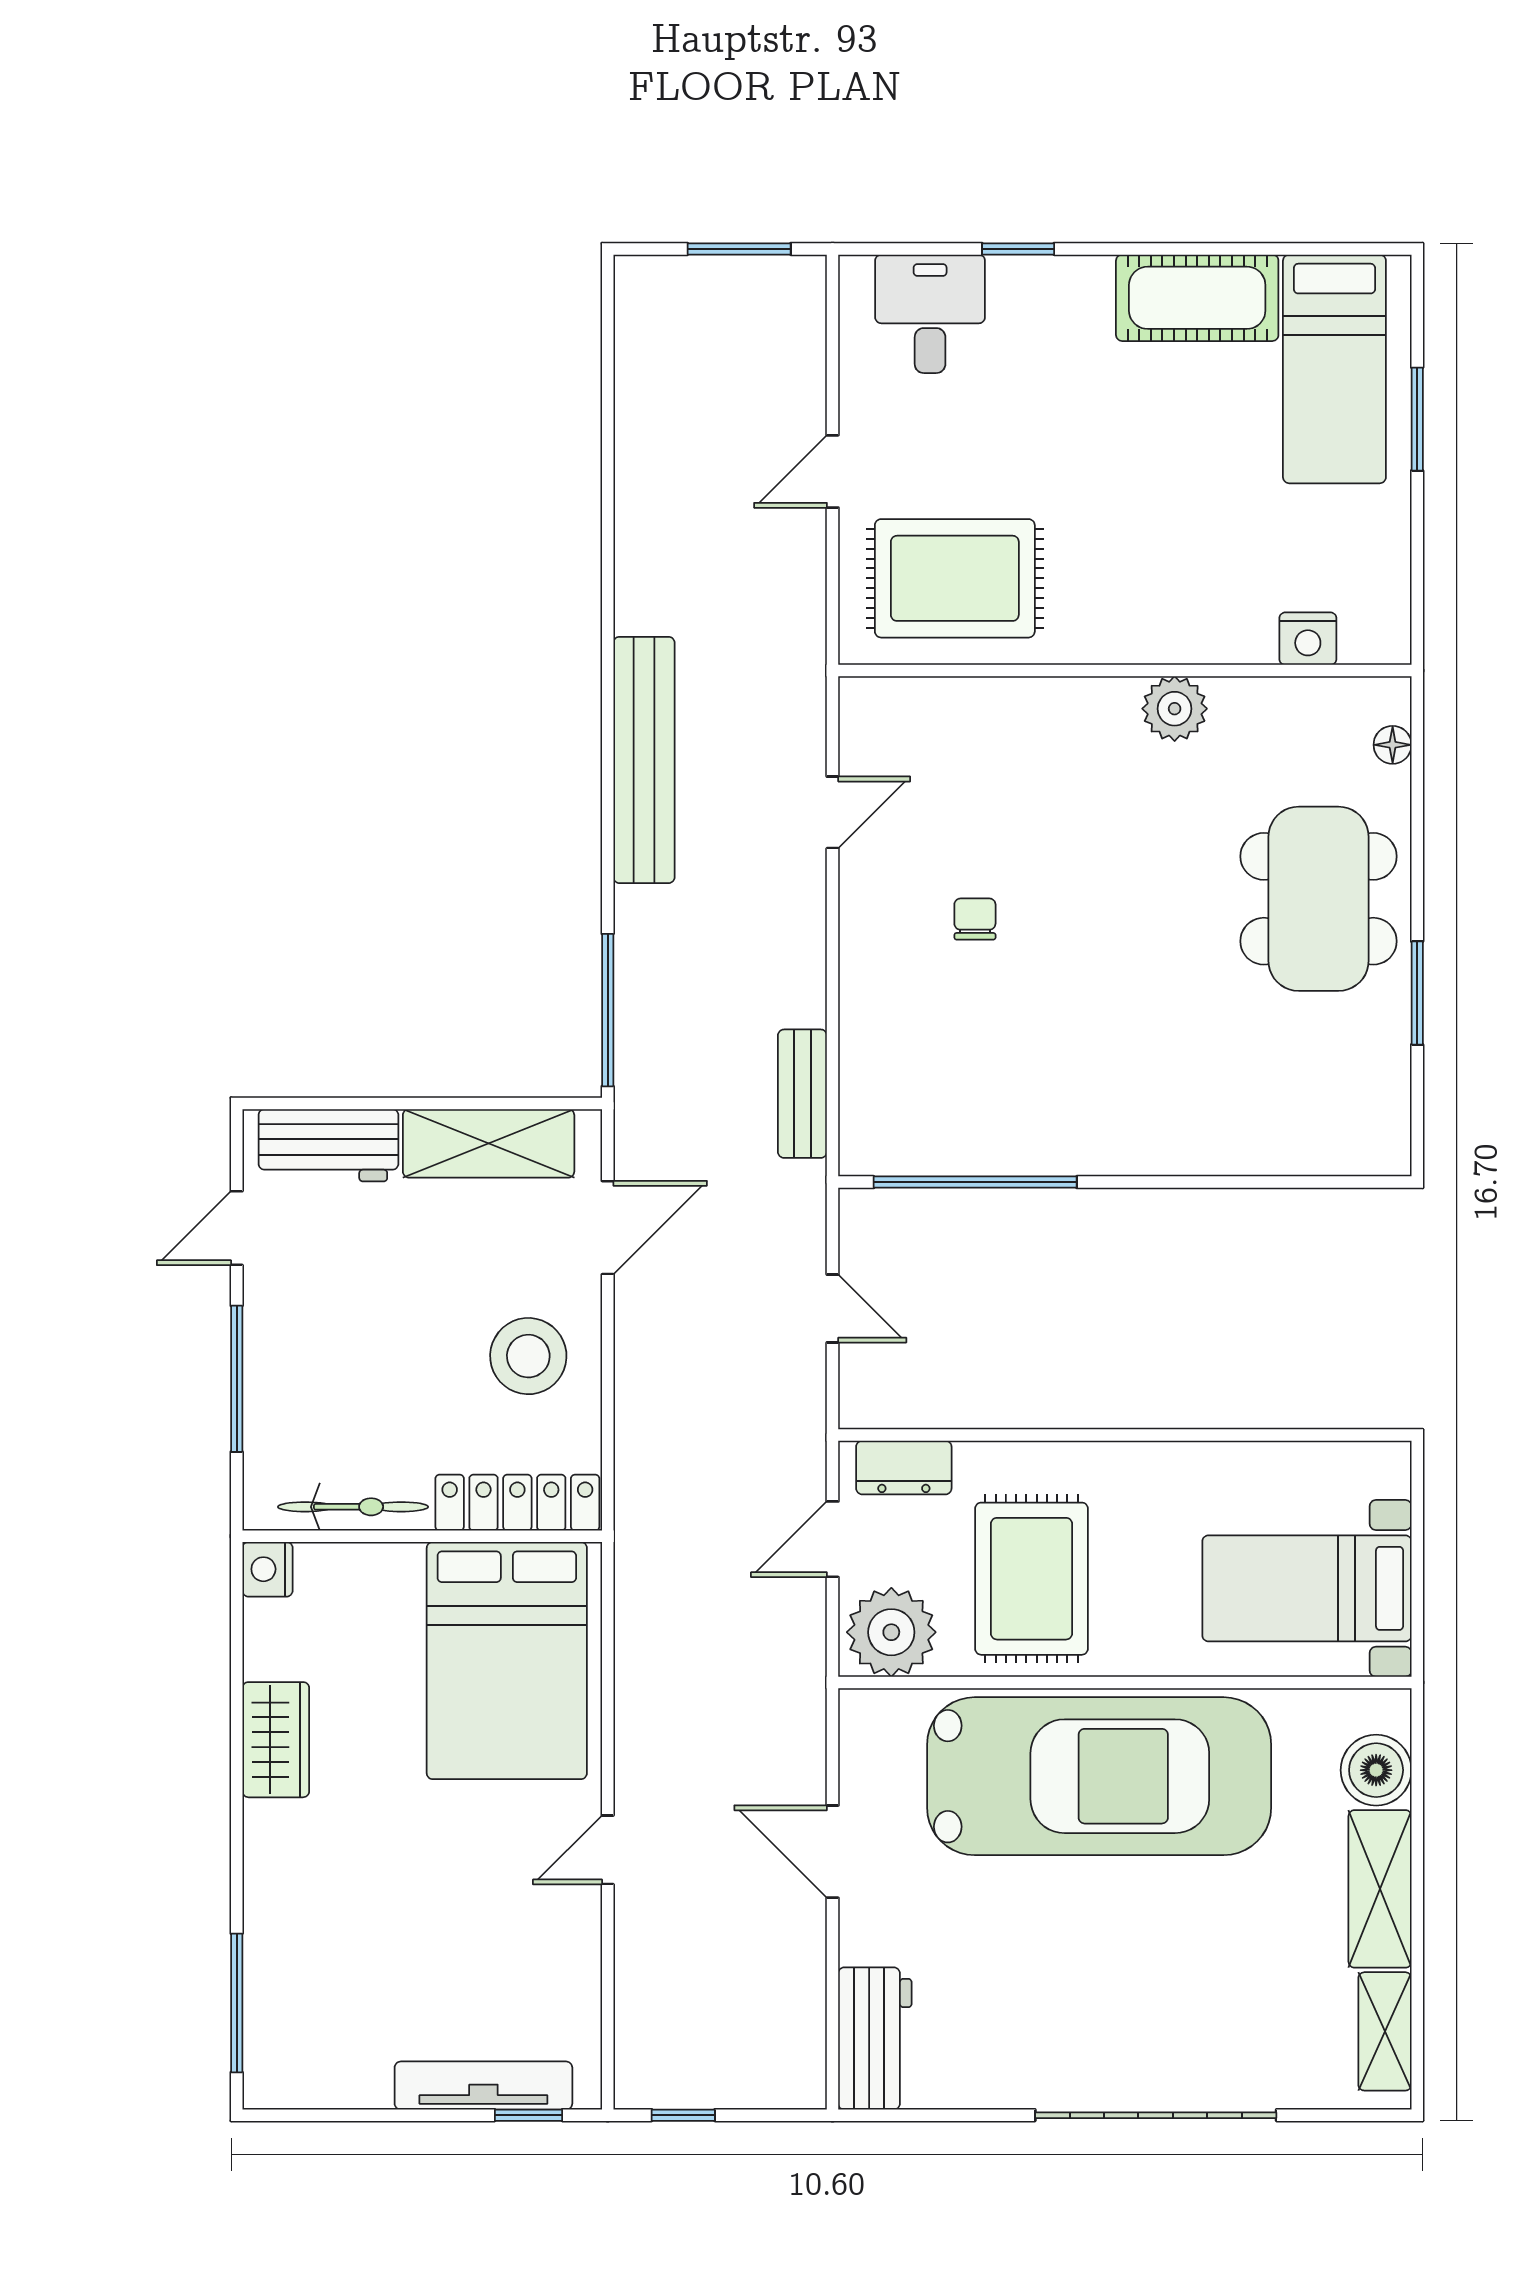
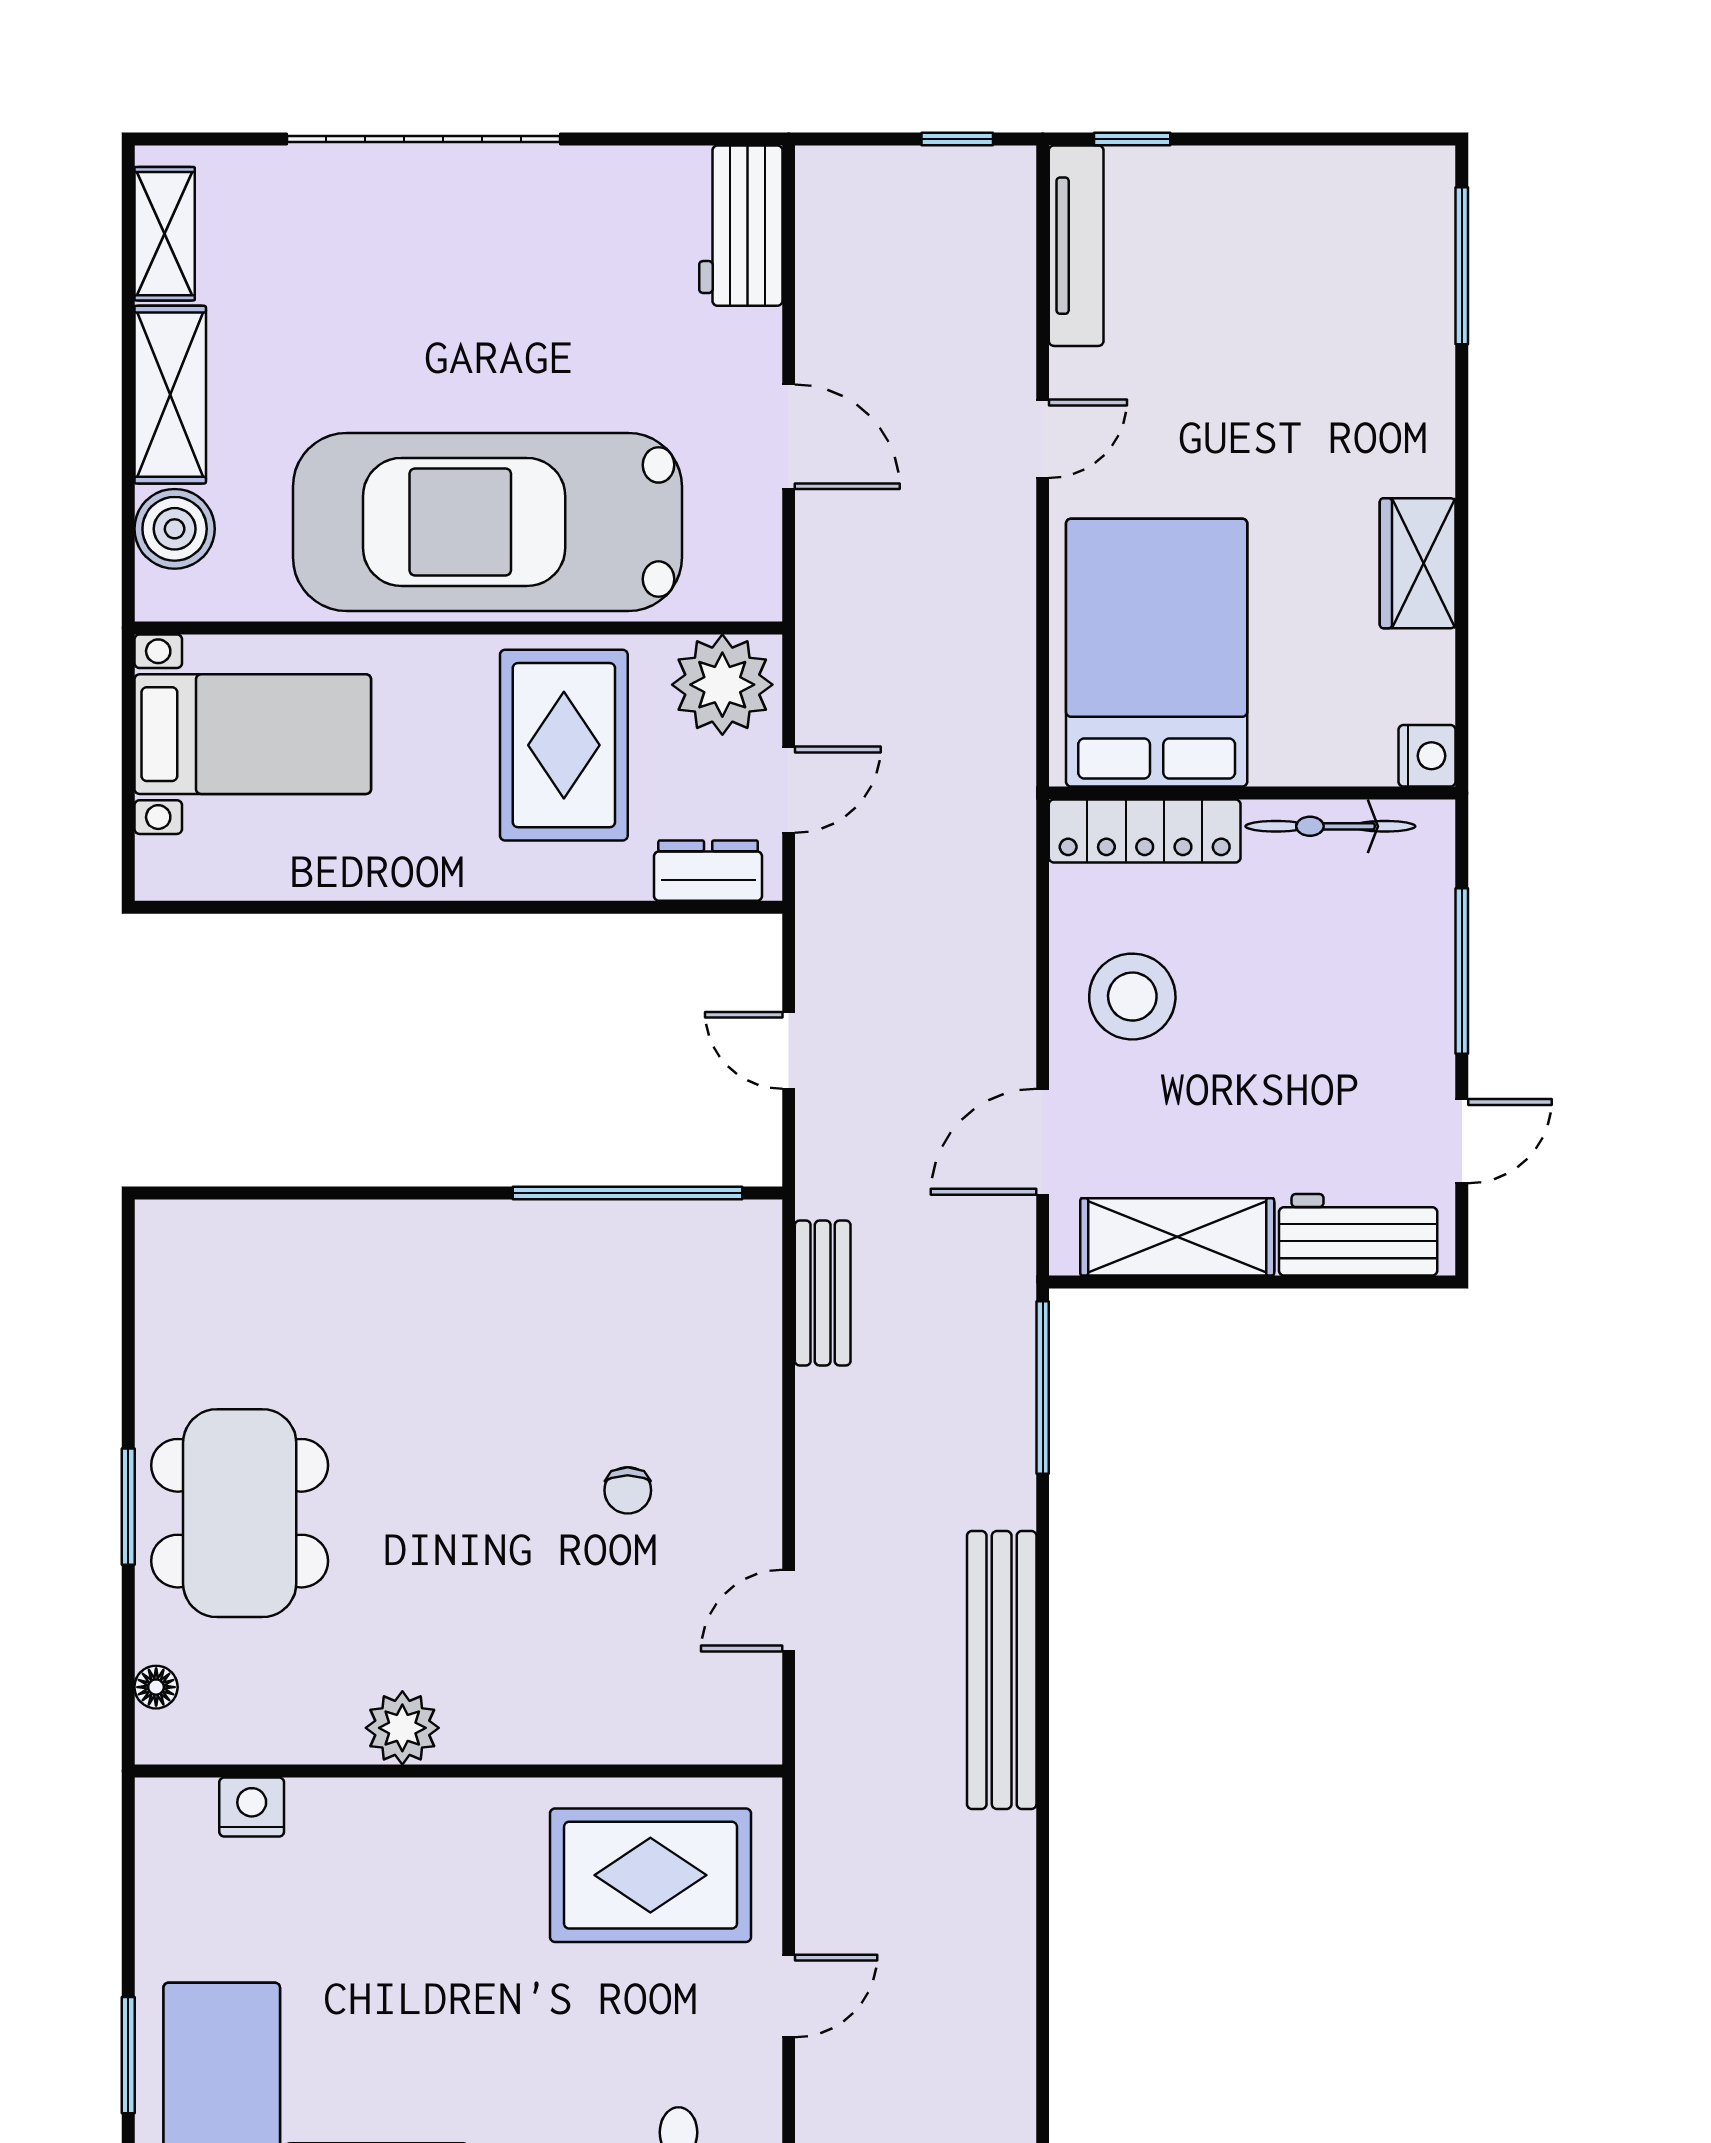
window: (1417, 993) -> (128, 1507), moved
tv unit: (483, 2086) -> (1076, 246), moved, turned -90

